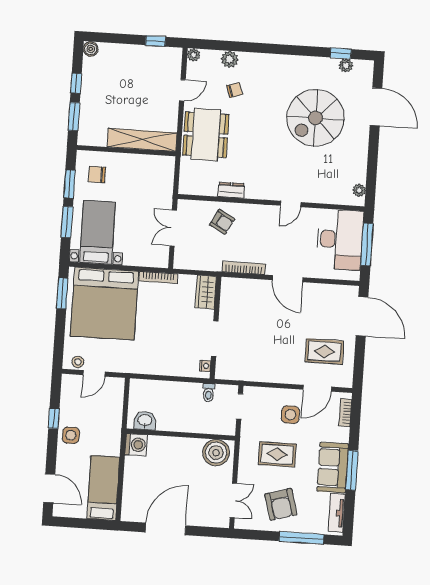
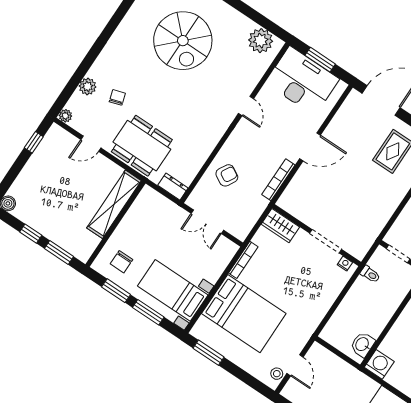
door: (182, 90) -> (91, 144), swing flipped
dresser: (231, 190) -> (173, 187), moved, turned 90
plant: (359, 190) -> (261, 41), width x1.88, depth x1.88
window: (367, 244) -> (320, 60), width x0.69
bed: (104, 304) -> (244, 314), width x0.73

